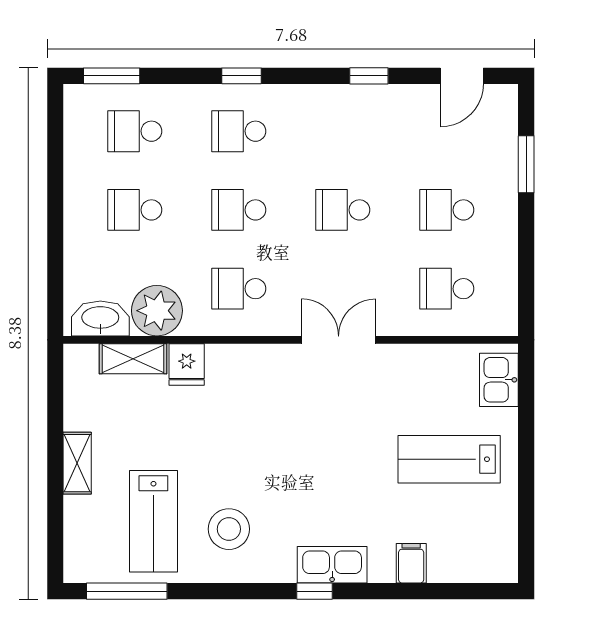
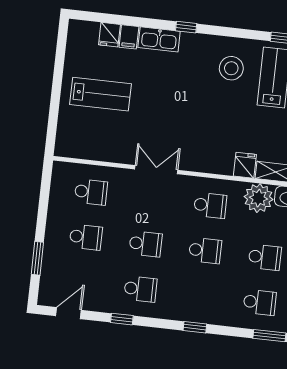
school desk: (239, 131) -> (140, 289), moved
double door: (339, 340) -> (156, 170), swing flipped
kitchen sink: (499, 380) -> (67, 136), removed
fridge: (445, 563) -> (109, 35), added
kitchen sink: (332, 565) -> (159, 39), moved

